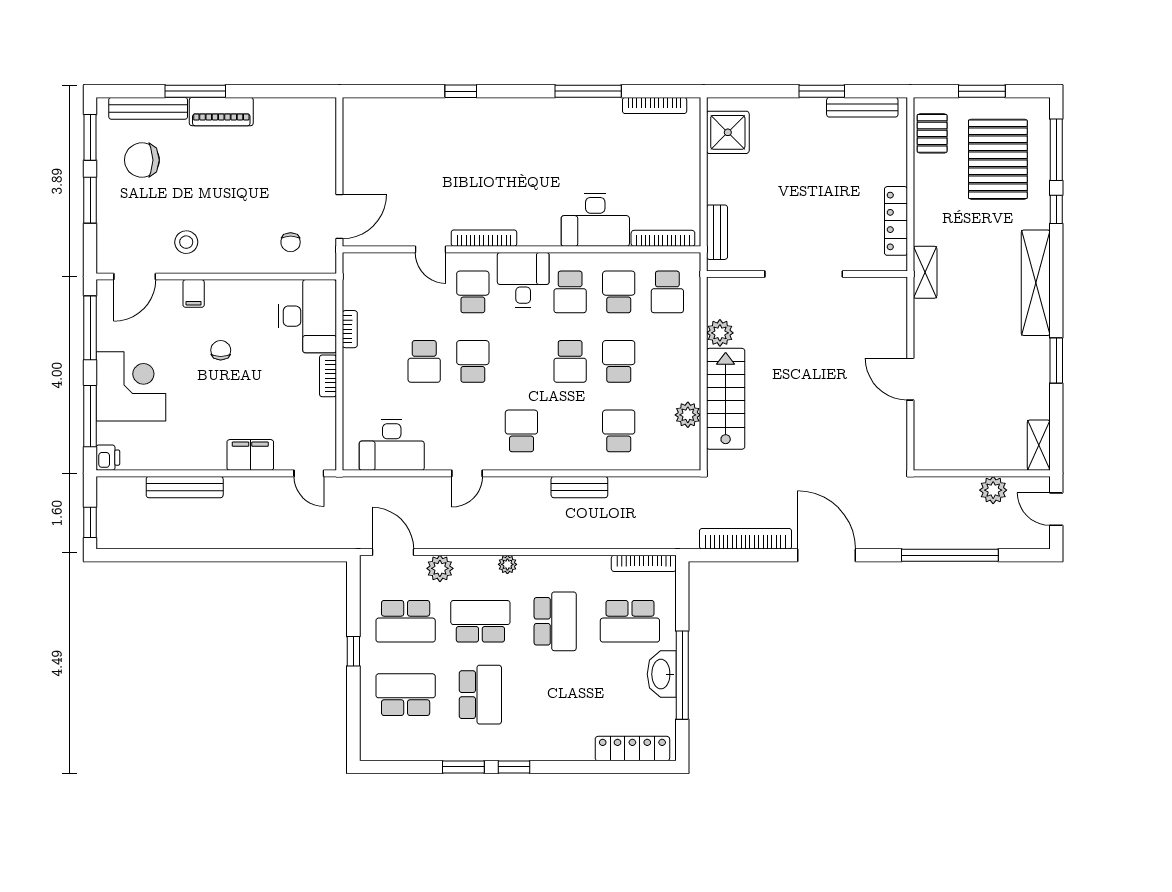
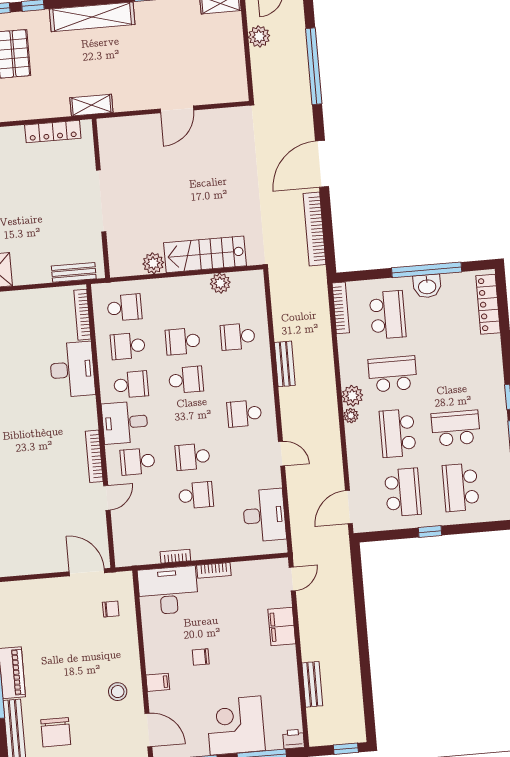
bench: (185, 487) -> (312, 684), width x0.73
plant: (440, 568) -> (352, 396), moved
washbasin: (662, 674) -> (427, 286), width x0.72

